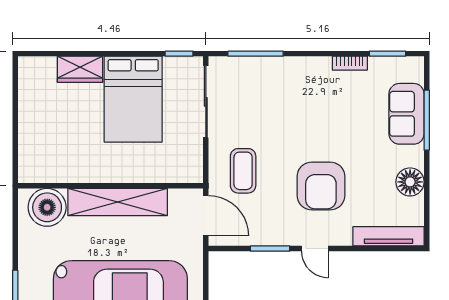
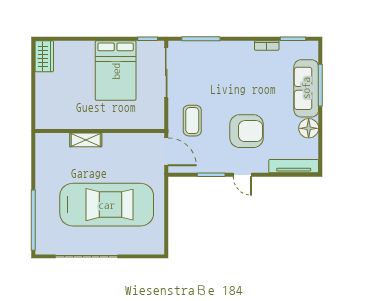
wardrobe: (80, 69) -> (44, 56), moved, turned -90
sofa: (407, 114) -> (306, 88), width x1.36
armchair: (321, 186) -> (247, 131), turned -90
shelving: (118, 202) -> (86, 140), width x0.45, depth x0.75
boiler: (47, 207) -> (56, 146), removed

